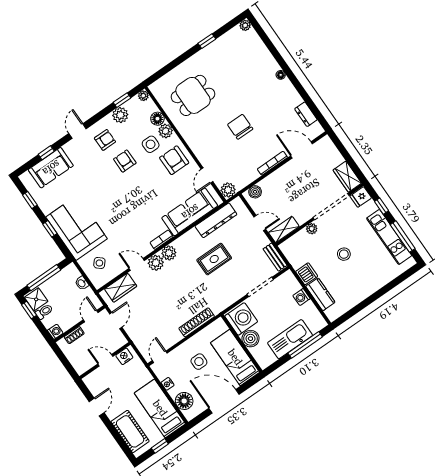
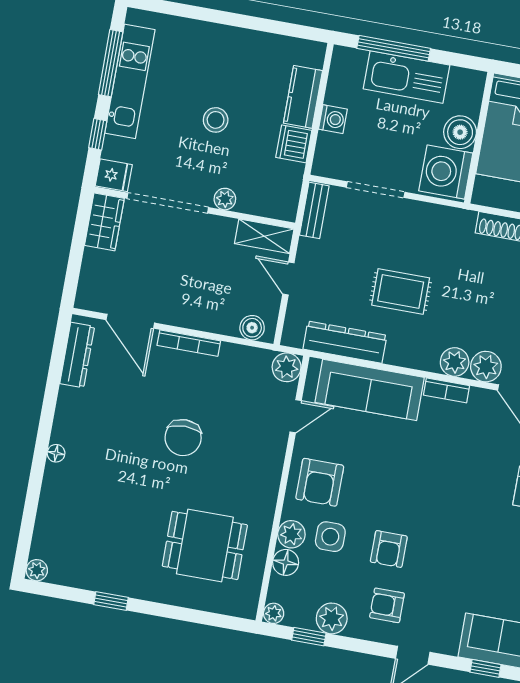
dresser: (306, 114) -> (77, 355), width x1.44

